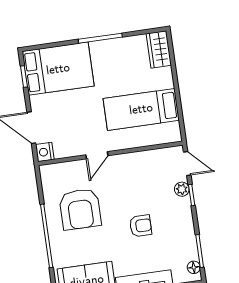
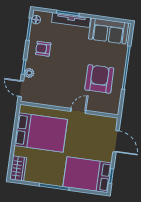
bed: (141, 109) -> (41, 133), width x1.50
nightstand: (45, 152) -> (112, 123), removed
armchair: (141, 226) -> (43, 49), moved

